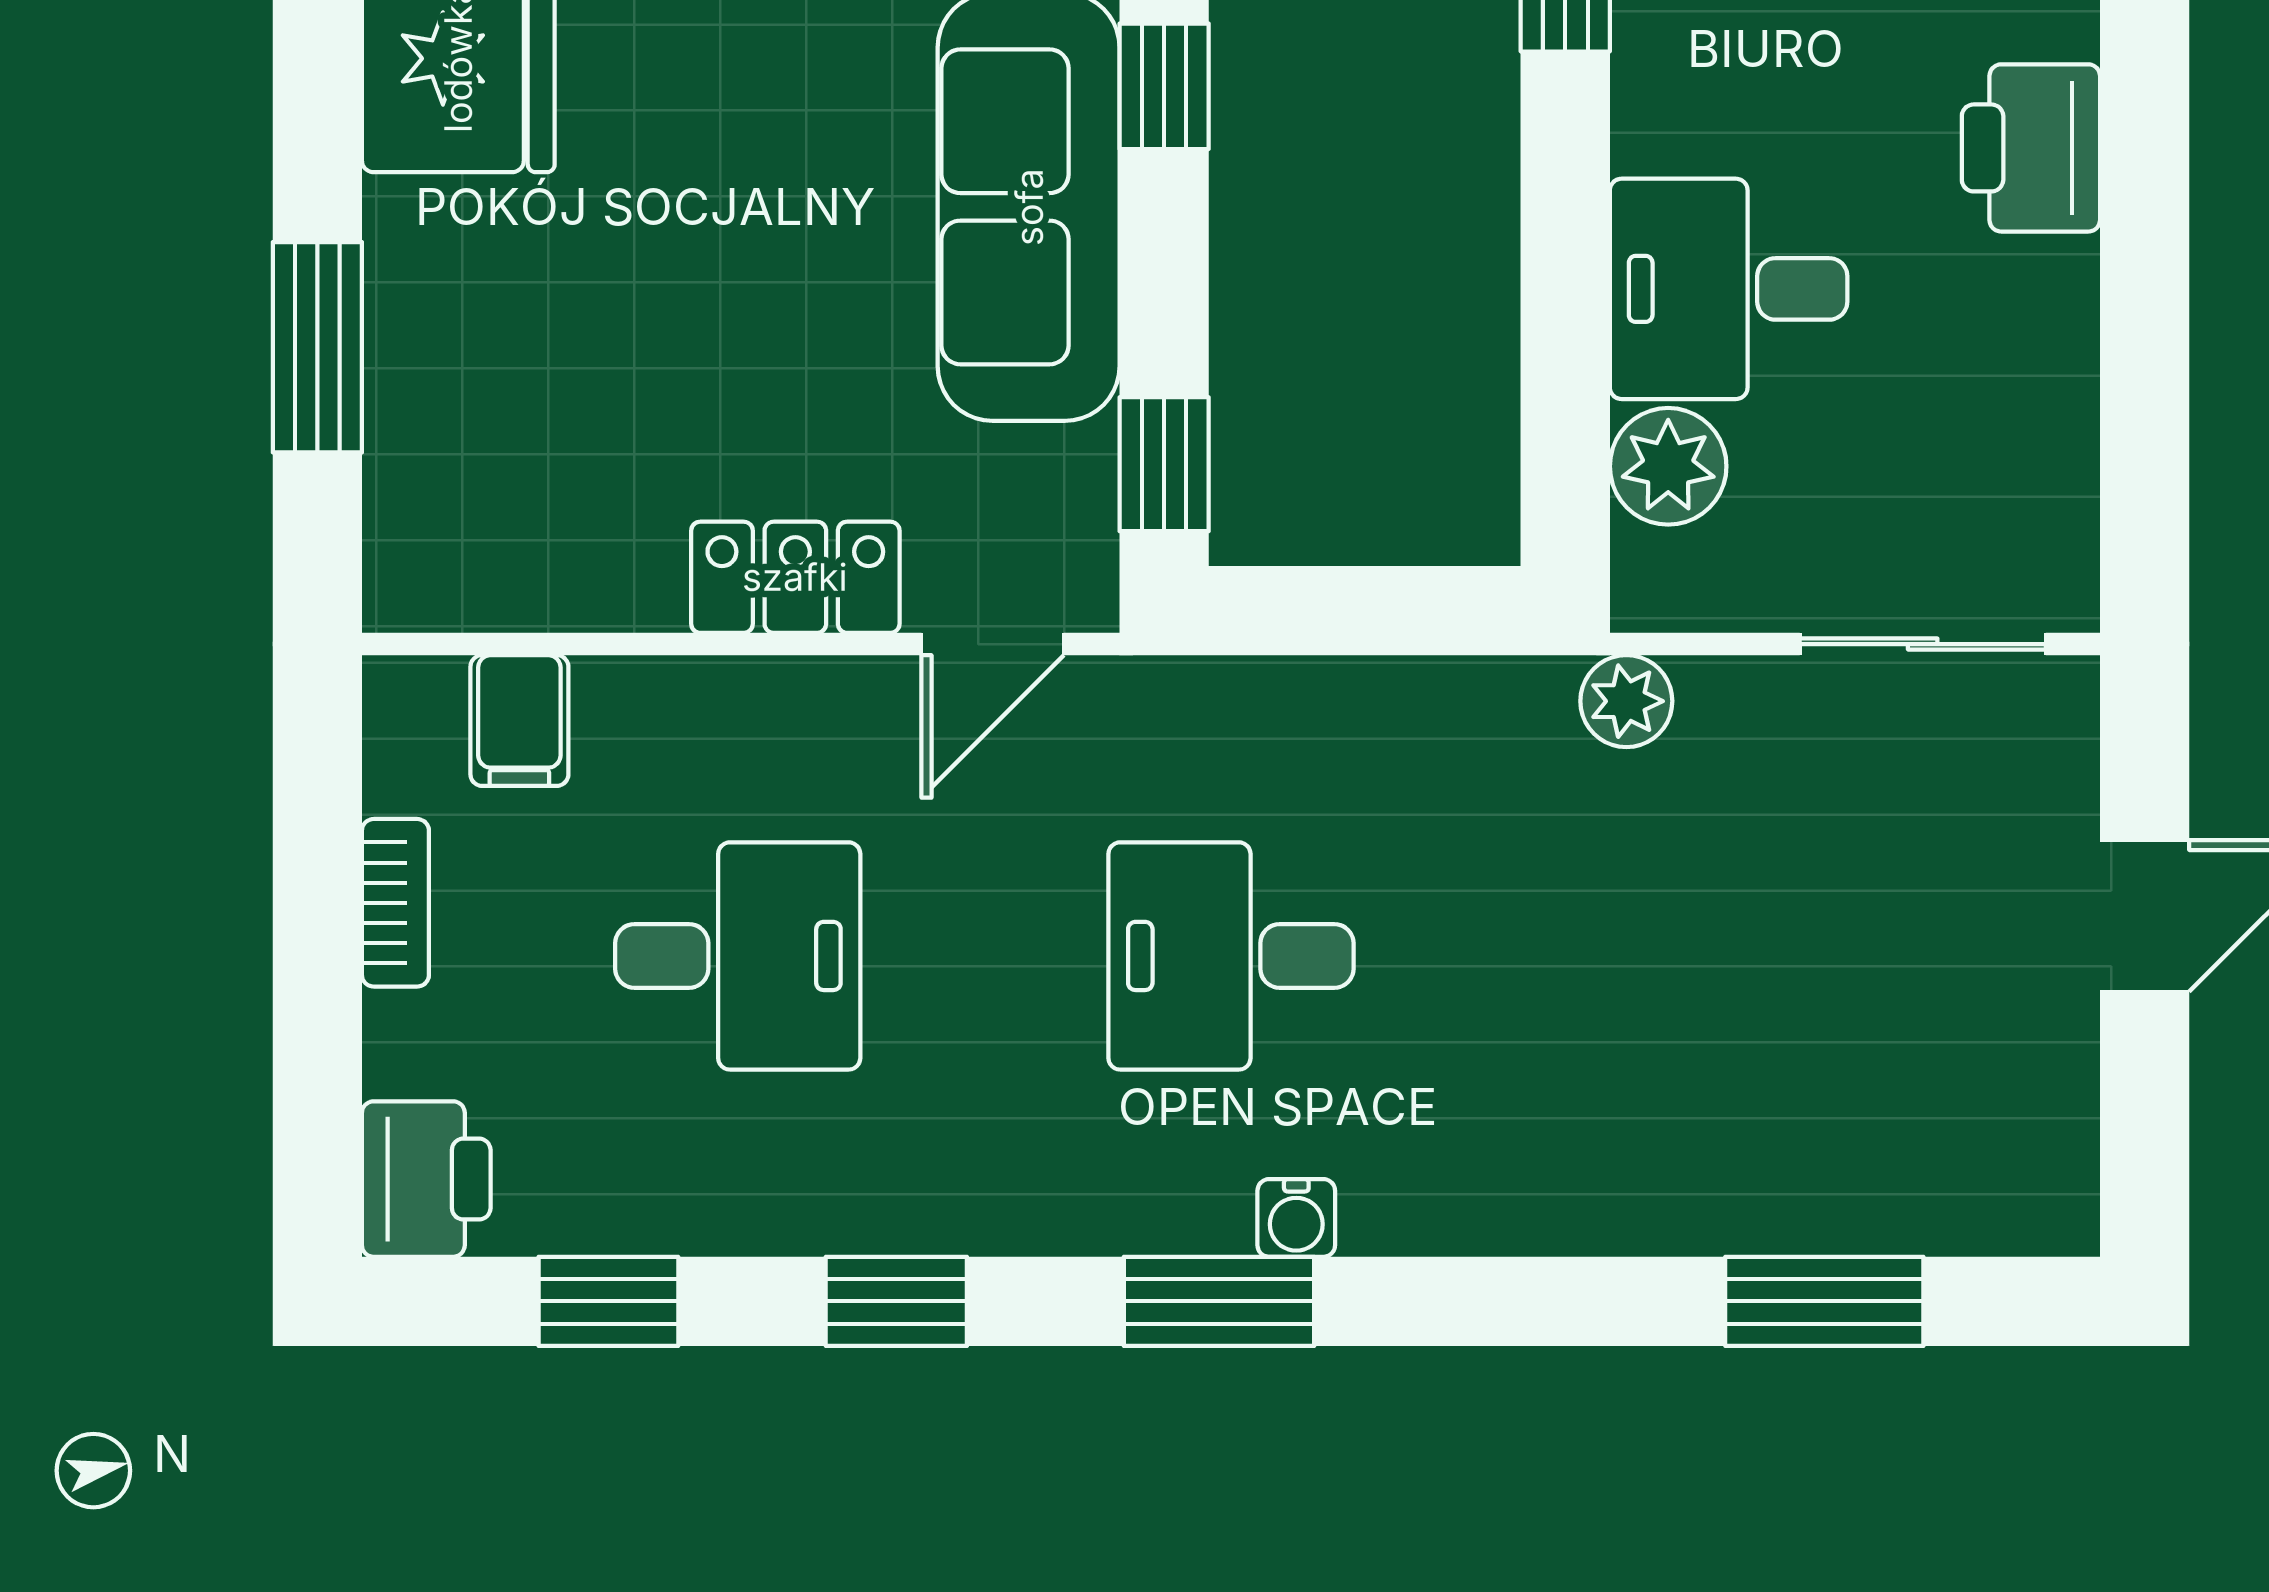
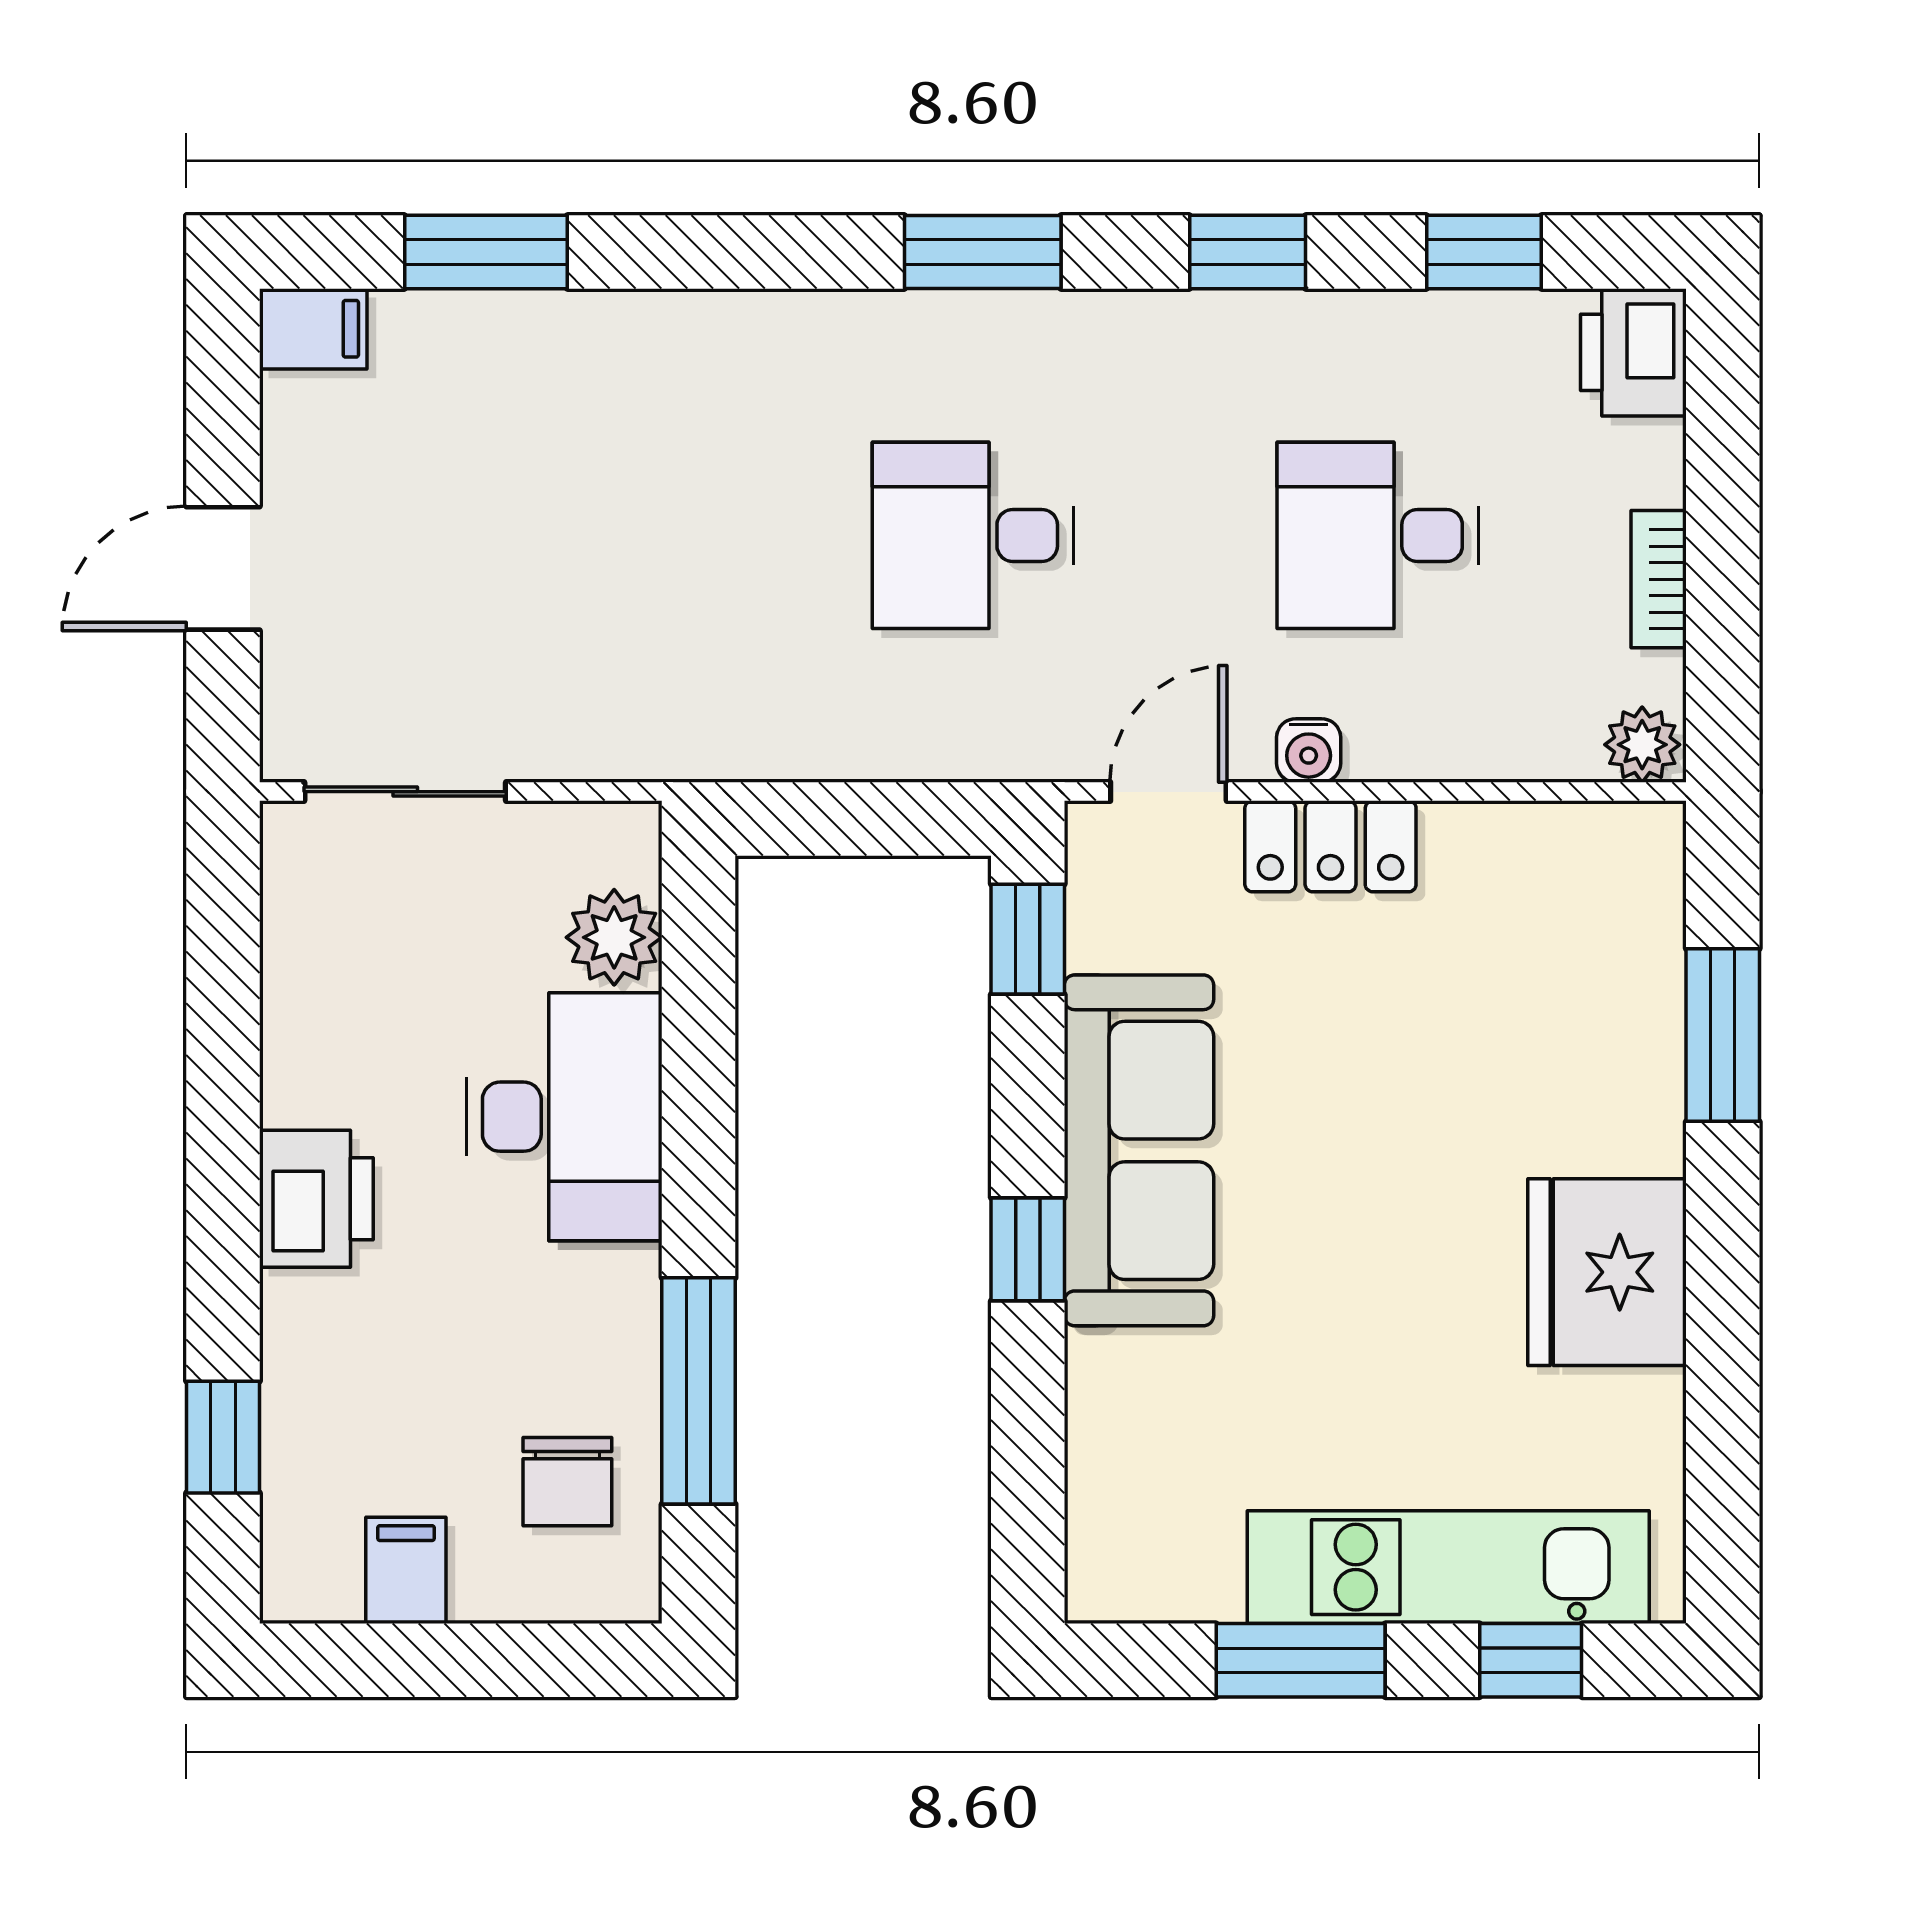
desk: (1729, 289) -> (564, 1117), width x1.37
plant: (1626, 701) -> (1642, 745), moved
filing cabinet: (519, 721) -> (313, 329), moved, turned 90
desk: (1231, 956) -> (973, 535), turned 180
water cooler: (1296, 1218) -> (1309, 750), moved, turned 180

